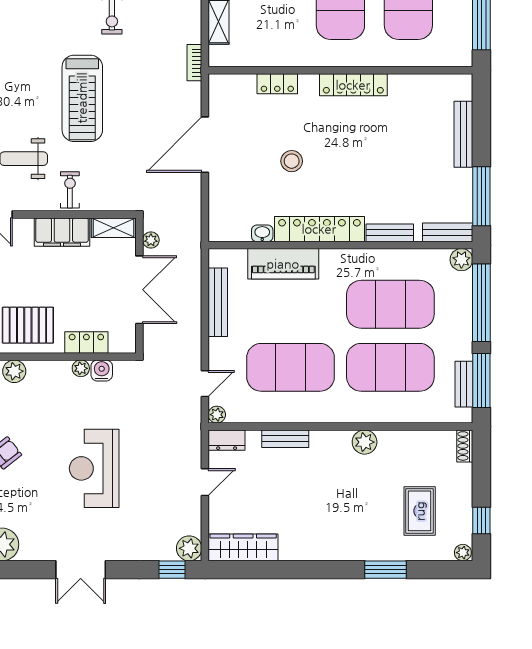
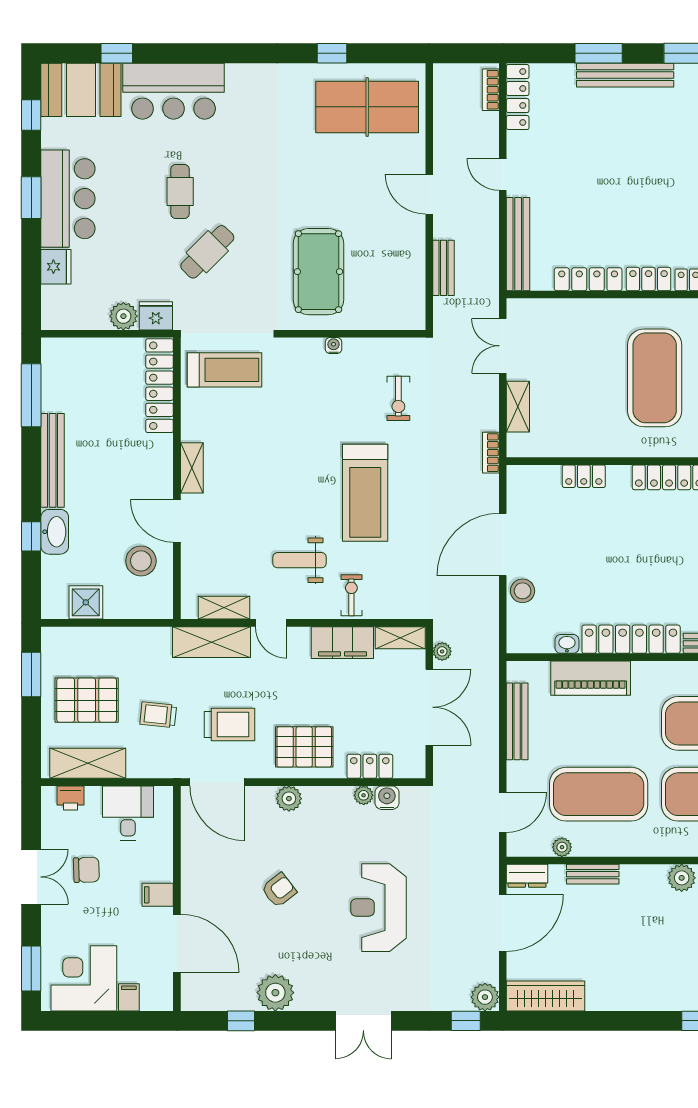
stool: (292, 161) -> (523, 591), moved
door: (205, 384) -> (503, 812), width x1.38
plant: (217, 415) -> (562, 847), moved
door: (205, 482) -> (503, 923), width x1.87

